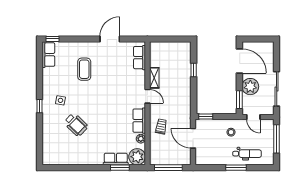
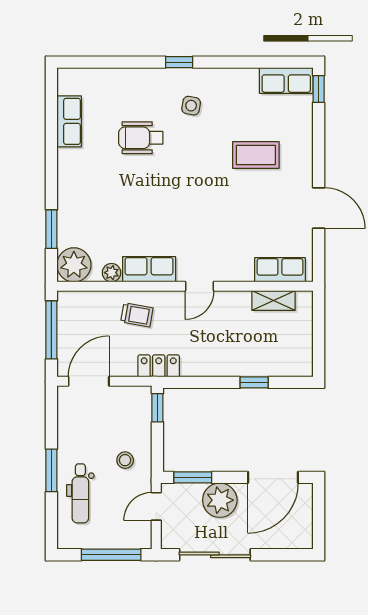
shelving: (154, 78) -> (274, 301), moved
locker: (186, 116) -> (159, 366), added
wheelchair: (76, 125) -> (141, 138), turned 46
door: (193, 138) -> (89, 381), moved
row of seats: (116, 159) -> (69, 121), moved

